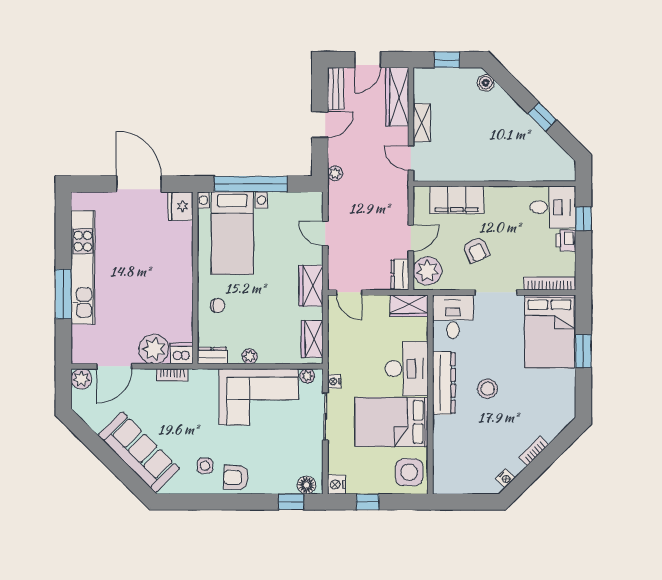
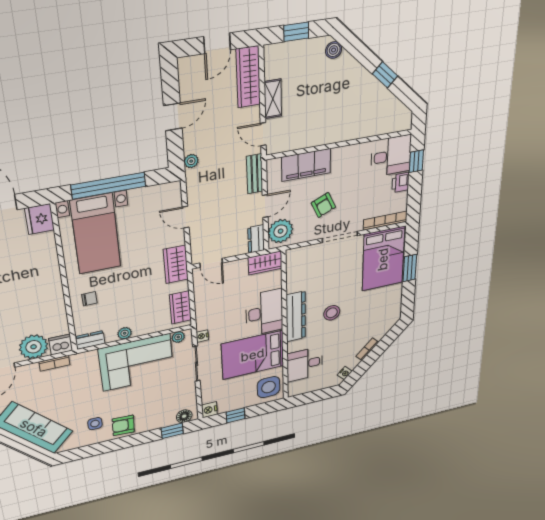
bench: (336, 88) -> (255, 174), moved
desk: (453, 317) -> (305, 364), moved, turned -90

